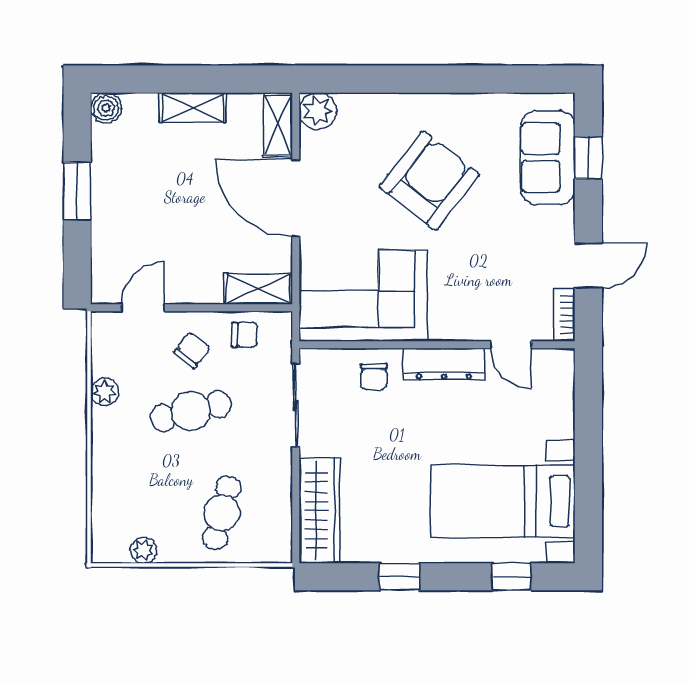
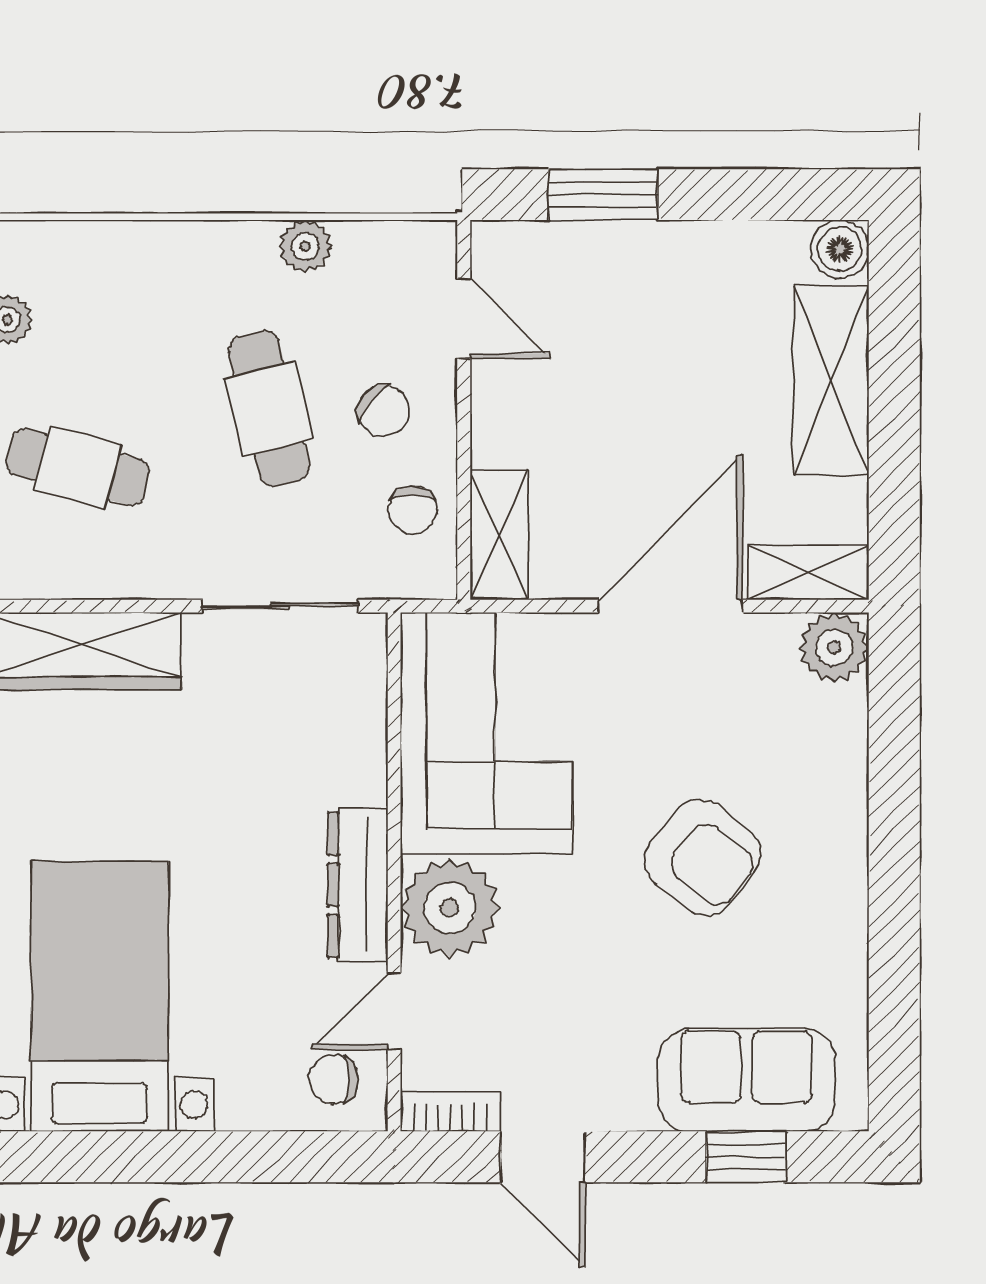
shelving: (193, 108) -> (831, 381), width x1.50, depth x1.33
armchair: (429, 181) -> (703, 857), width x0.73, depth x0.73
window: (77, 191) -> (603, 195), moved
plant: (456, 315) -> (450, 908), added
chair: (374, 377) -> (334, 1079), moved

